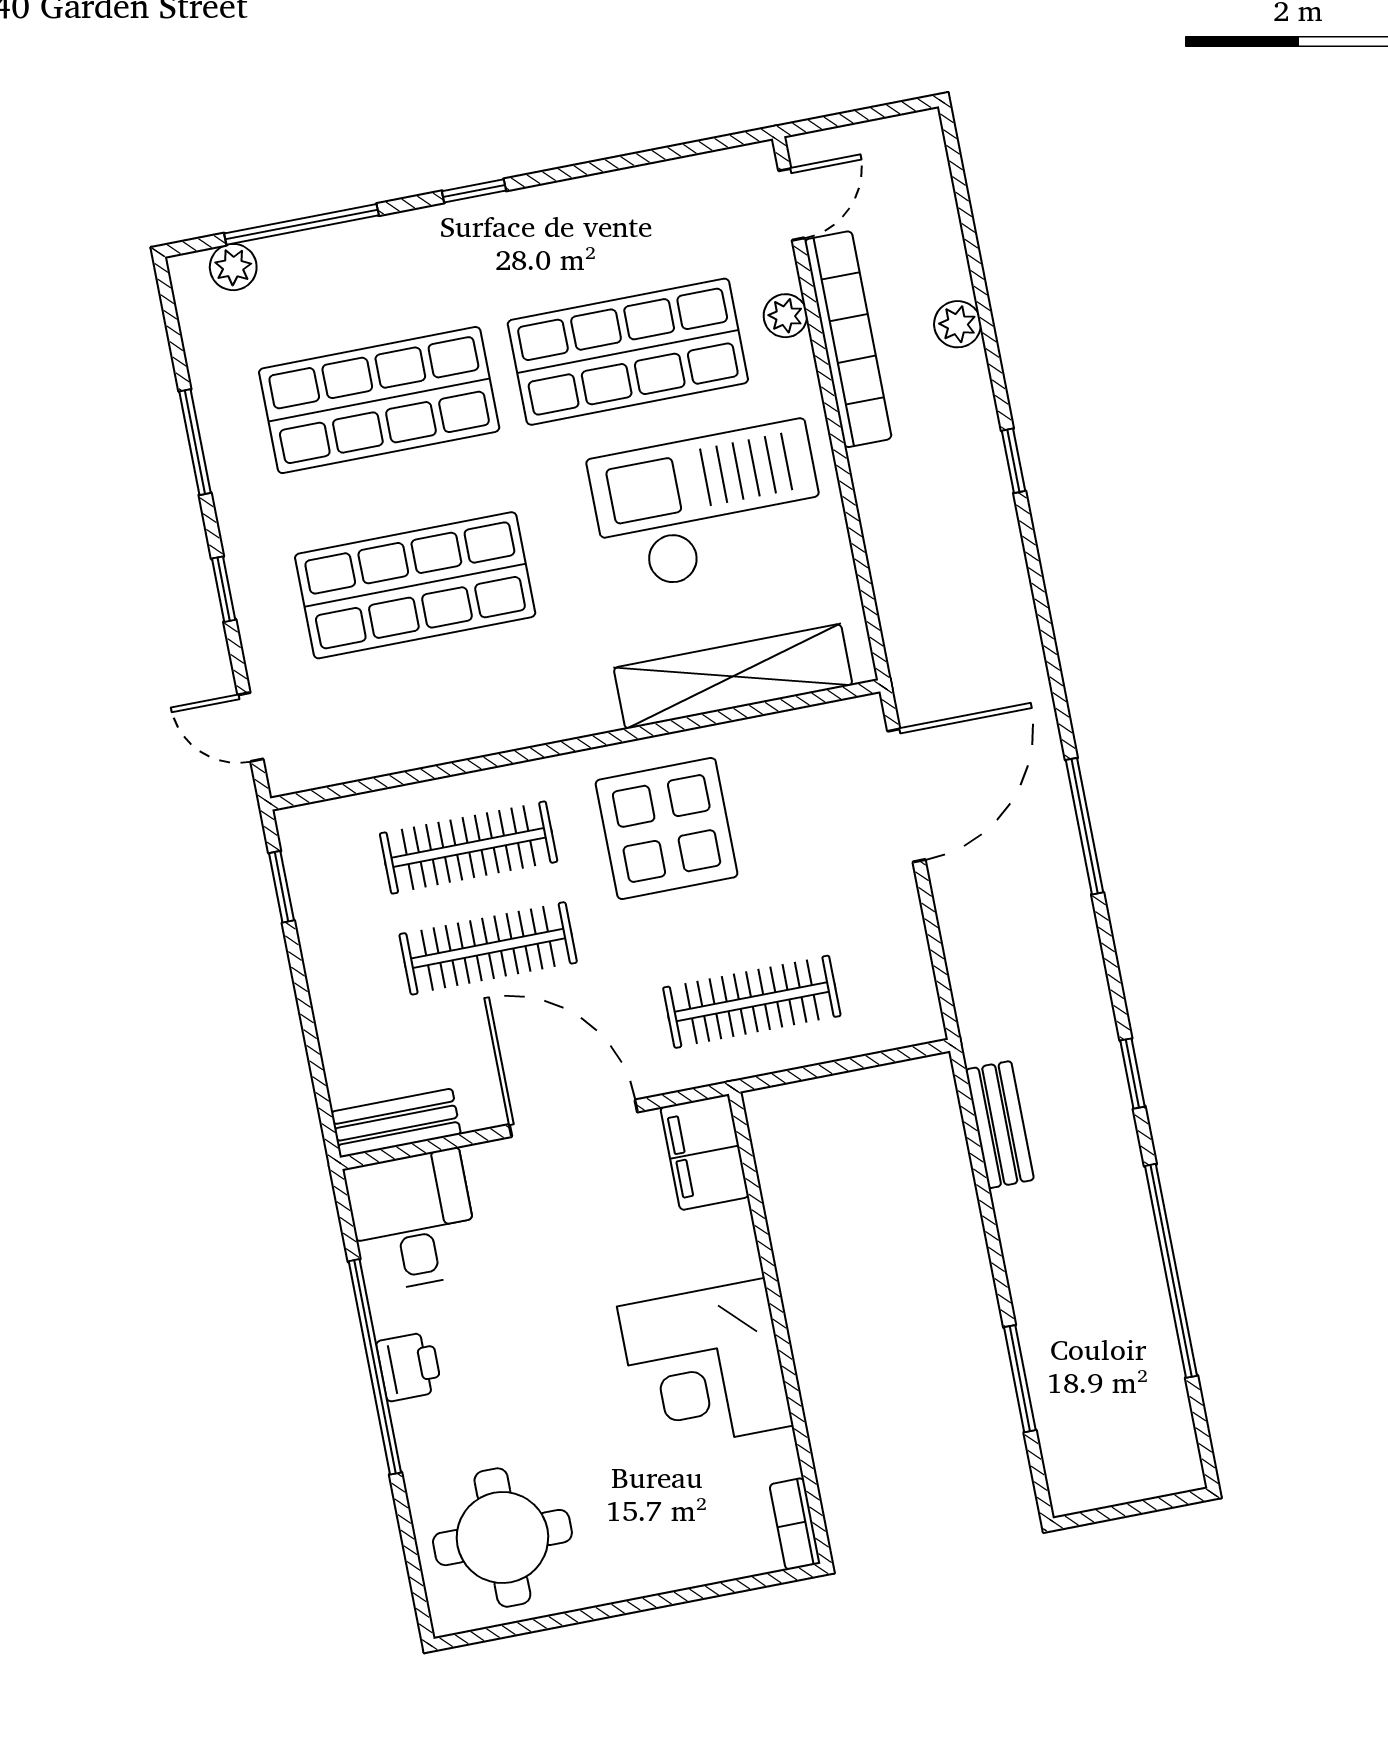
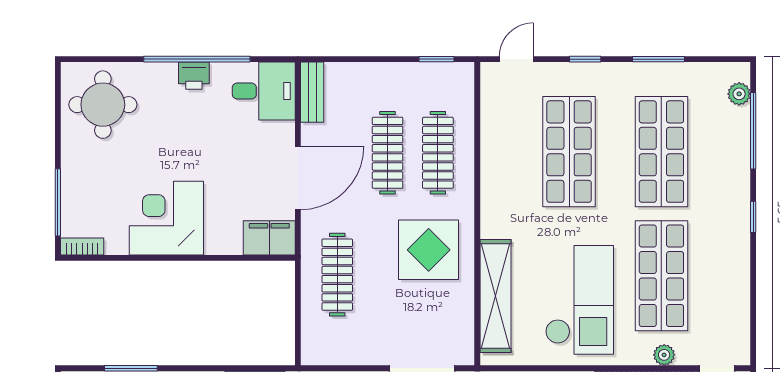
window: (716, 1590) -> (58, 202), added

